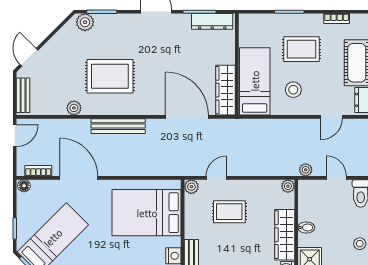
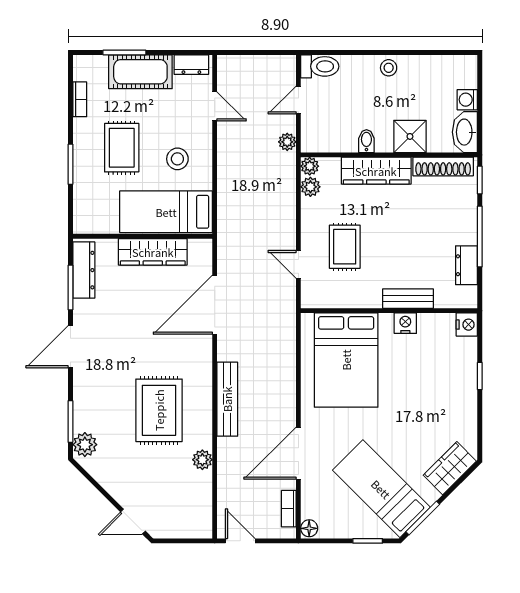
wardrobe: (226, 90) -> (153, 252), moved
bench: (23, 95) -> (185, 529), removed
plant: (191, 187) -> (310, 187), moved

